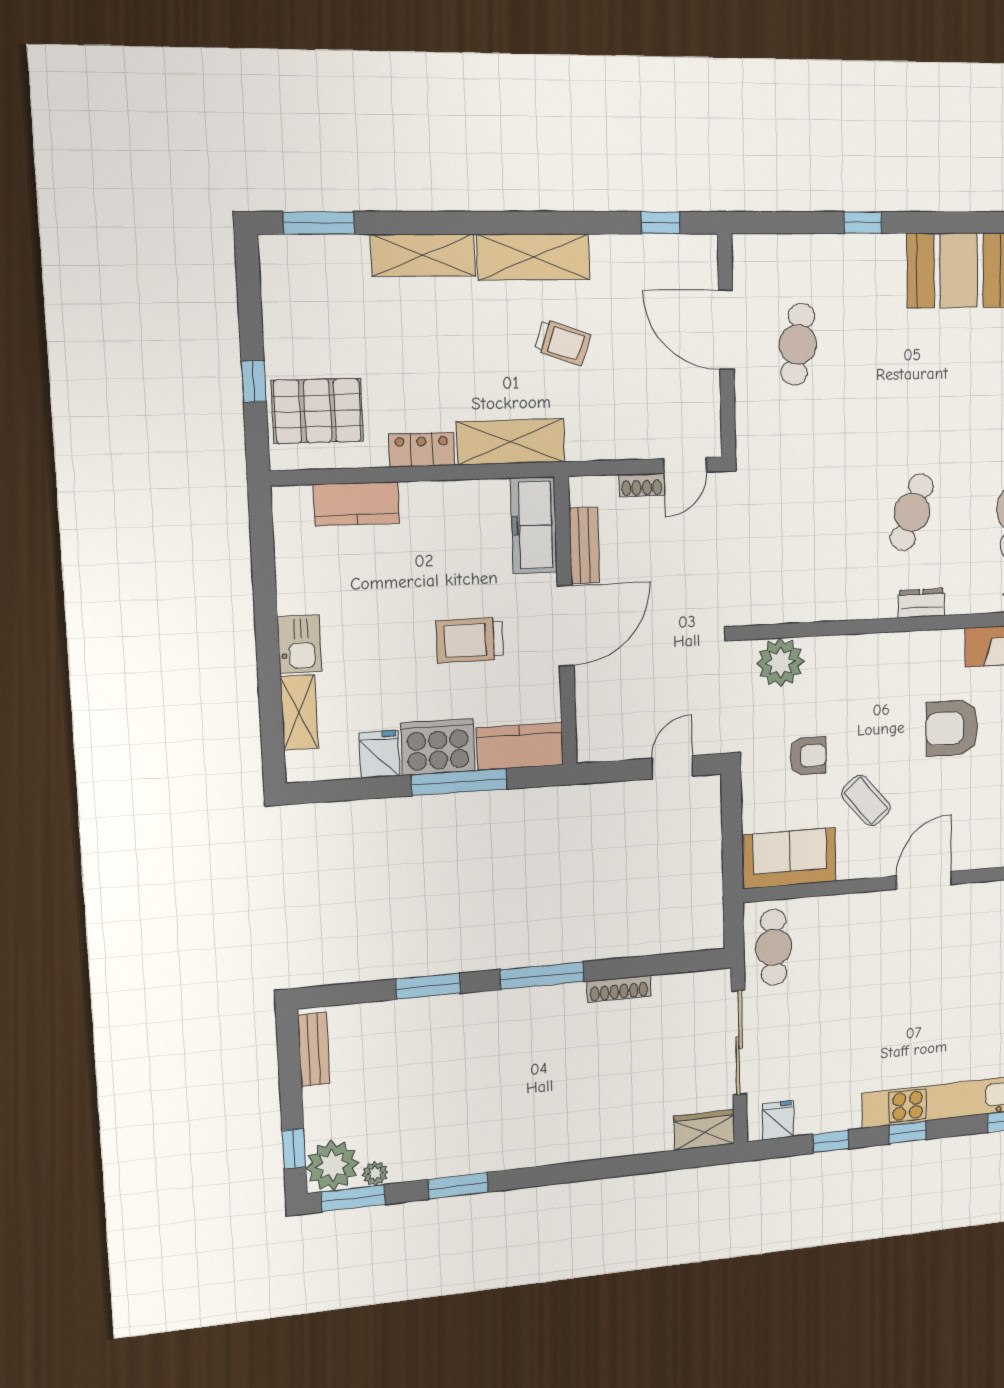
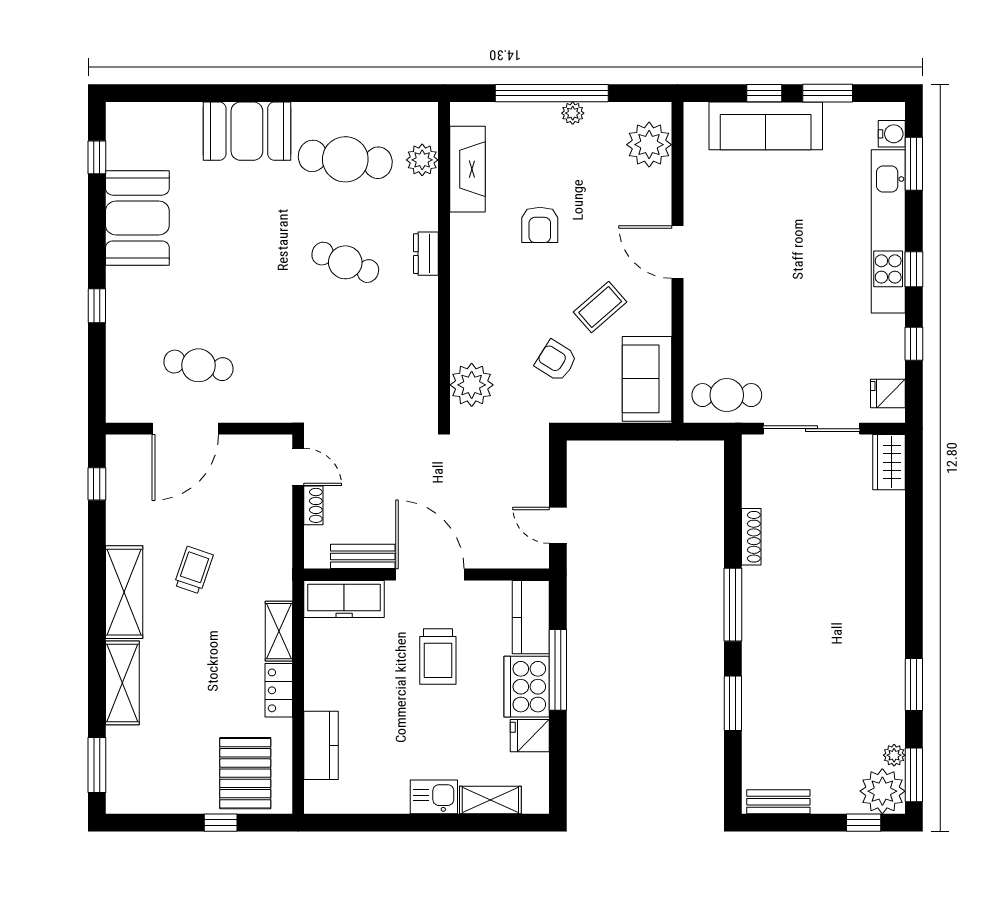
shelving: (511, 442) -> (279, 631), width x0.67, depth x0.75
armchair: (952, 728) -> (540, 225), width x0.72, depth x0.72
armchair: (808, 756) -> (556, 361), turned -58
door: (672, 767) -> (558, 525), moved

